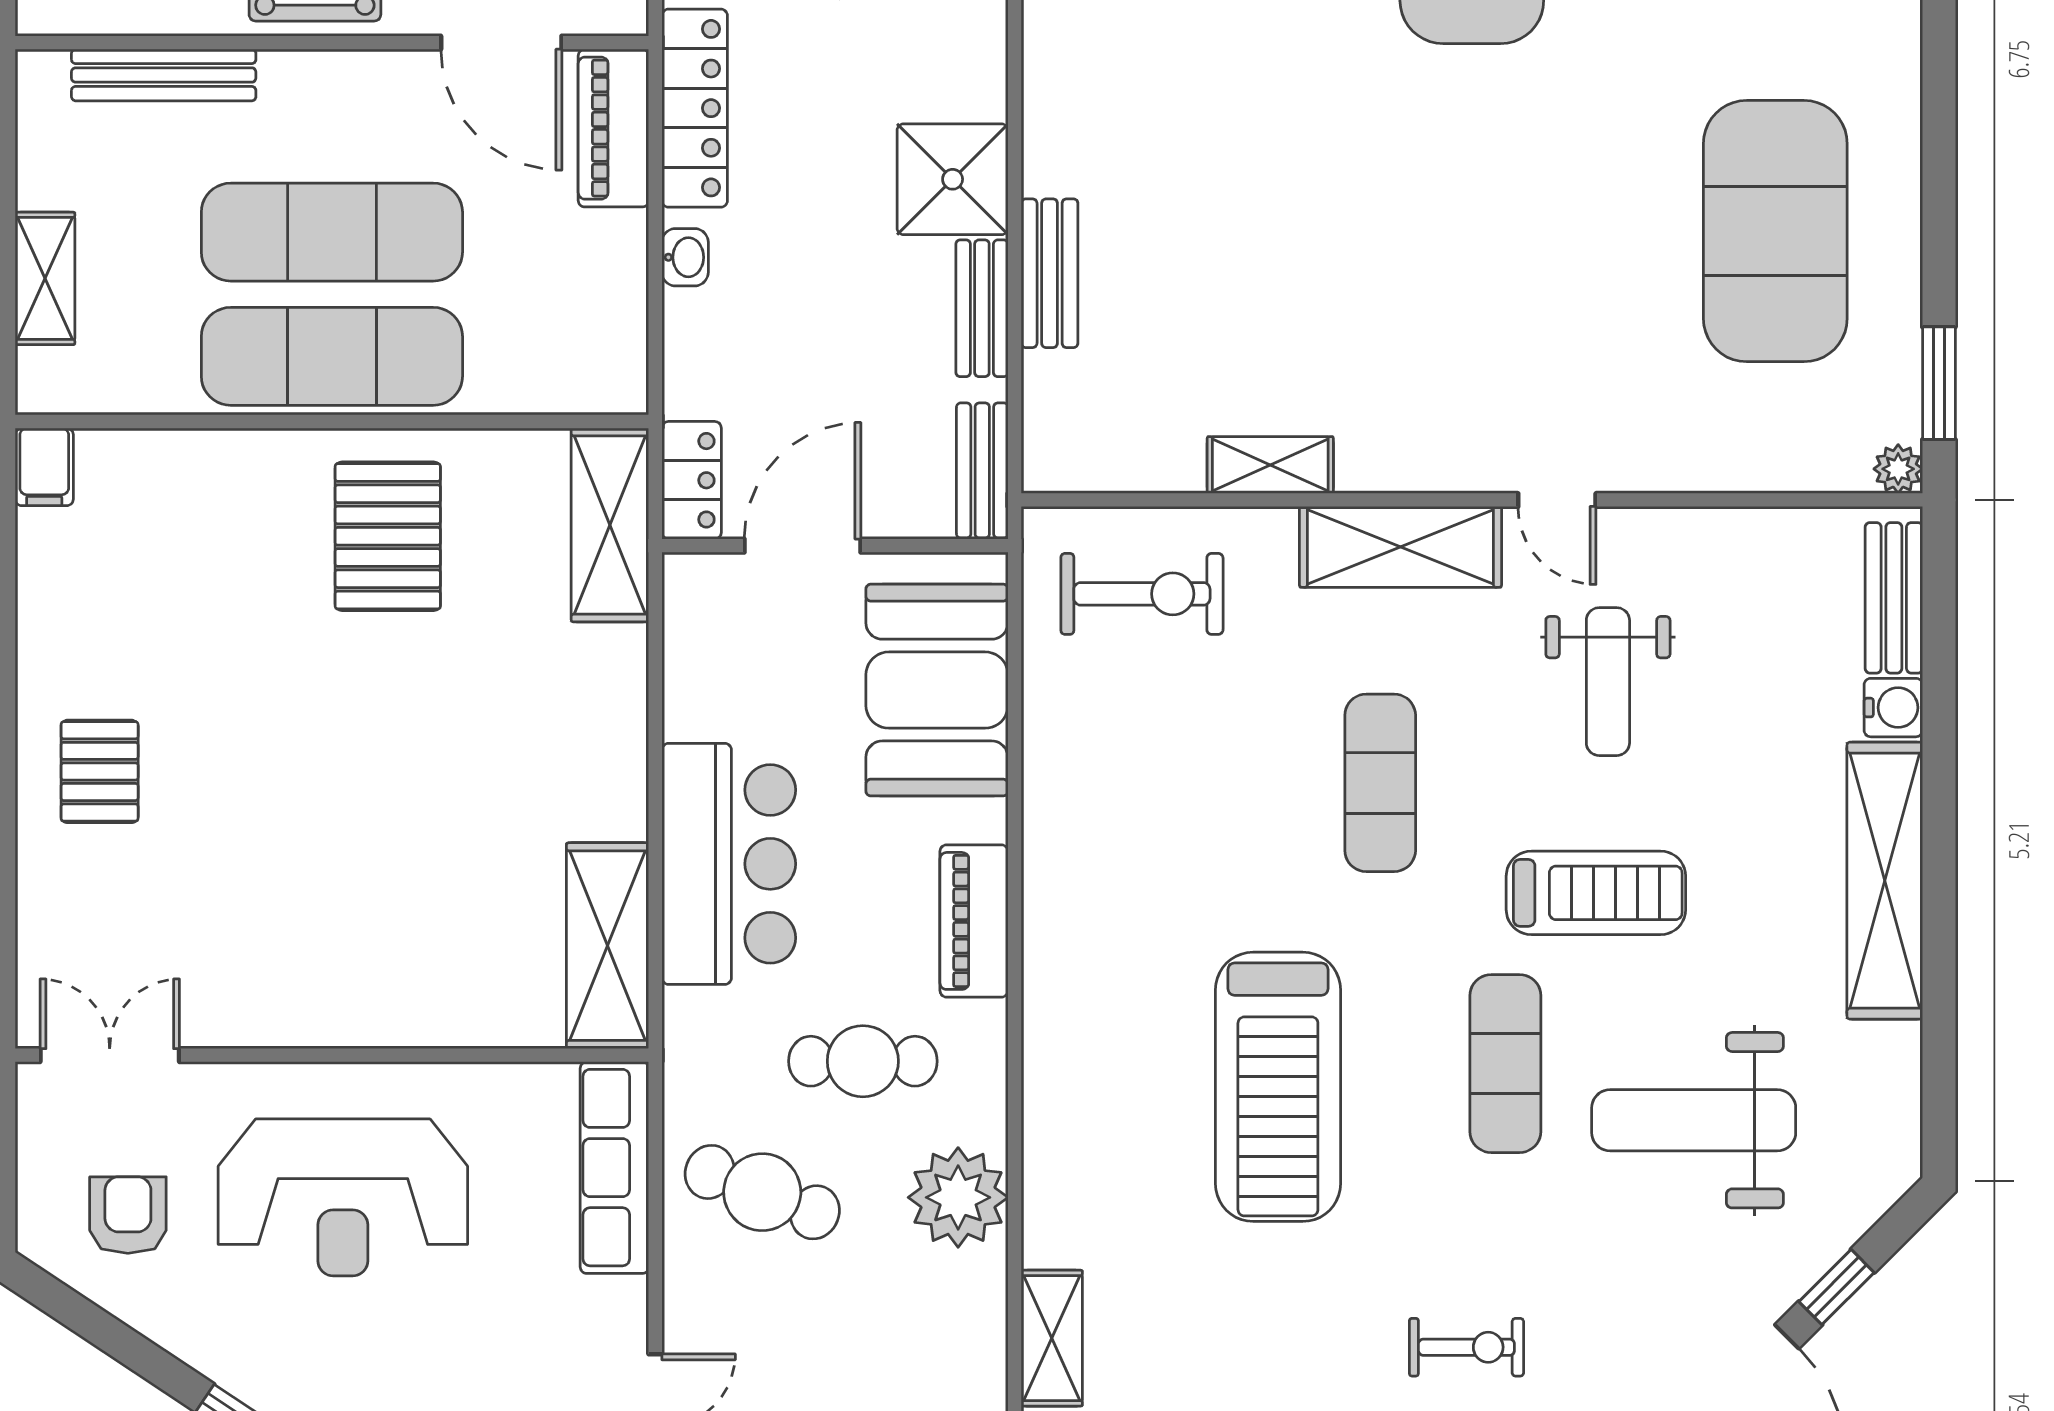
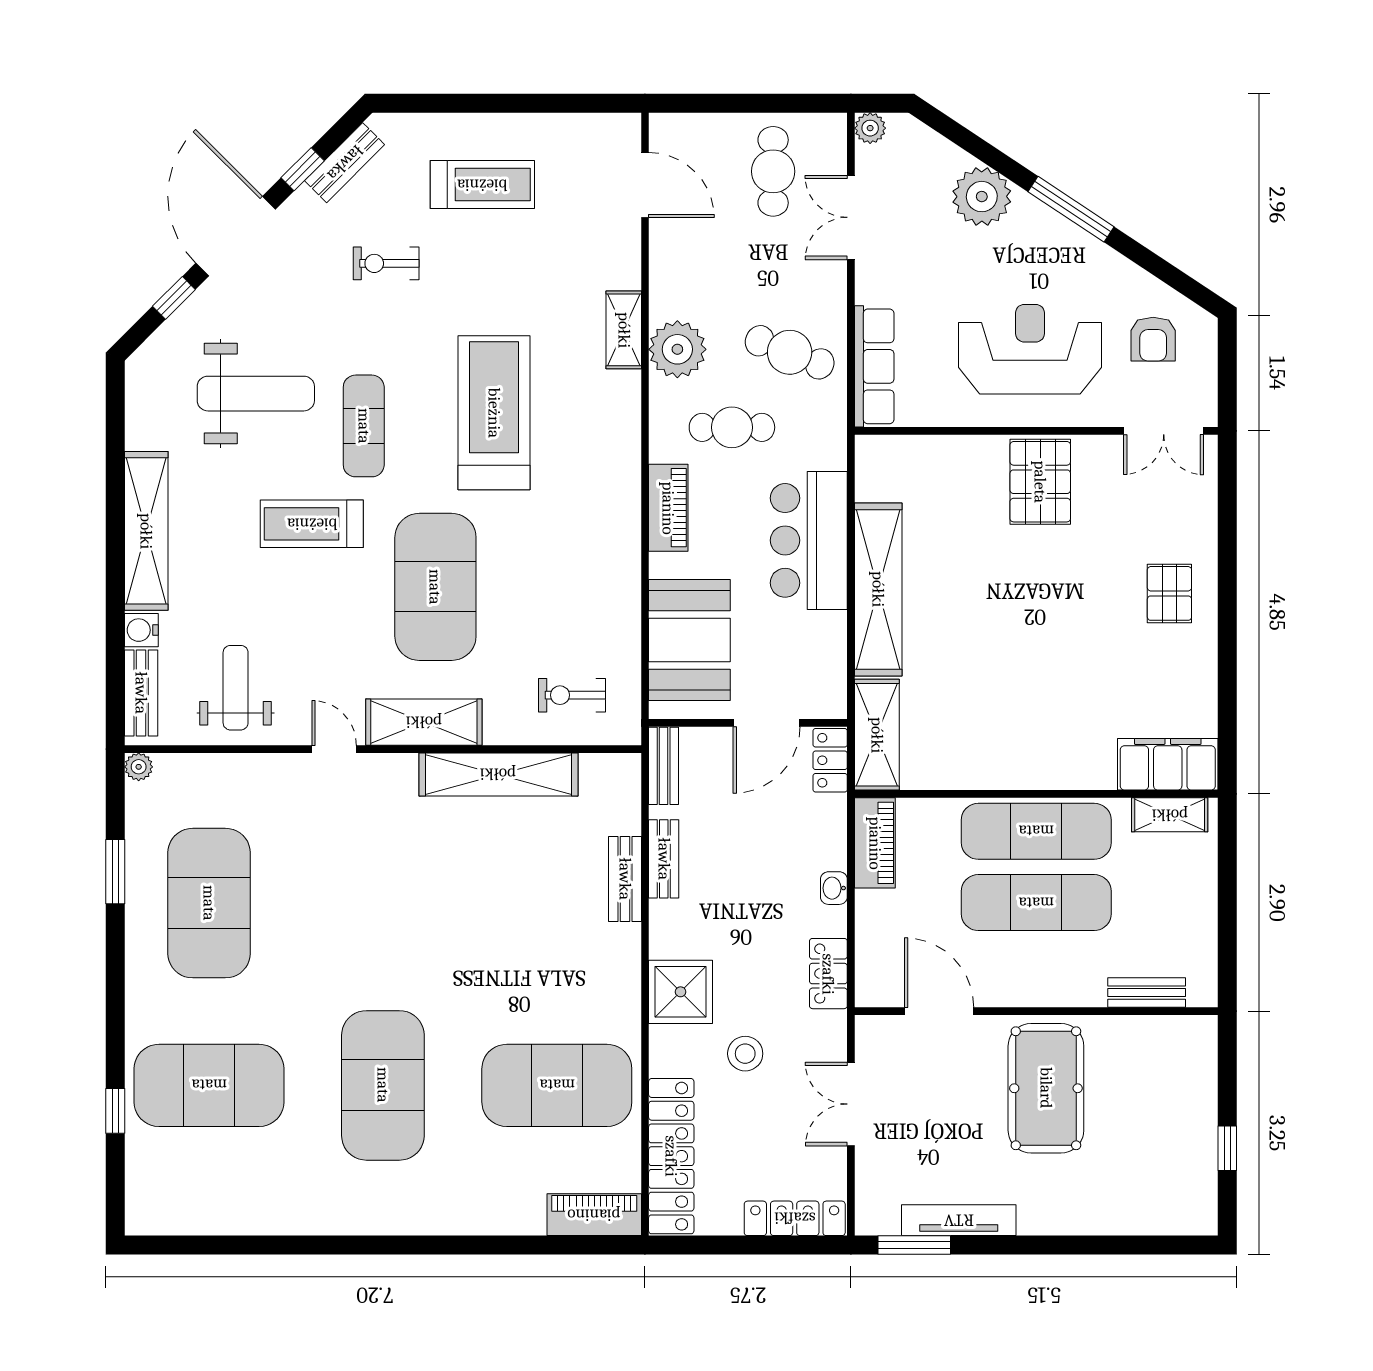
bench: (164, 75) -> (1147, 993), width x0.73
locker: (695, 108) -> (828, 974), width x0.66
piano: (613, 128) -> (875, 843), moved
shower: (953, 179) -> (681, 992), moved
shelving: (45, 278) -> (1170, 815), moved, turned 90
window: (1939, 383) -> (115, 872), moved
shelving: (1270, 465) -> (498, 774), width x2.20, depth x1.33
filing cabinet: (44, 467) -> (1168, 764), width x3.00, depth x1.17
pallet: (388, 536) -> (1040, 482), moved
exercise bike: (1142, 594) -> (572, 695), width x0.73, depth x0.72
weight bench: (1608, 682) -> (236, 688), moved
exercise mat: (1380, 783) -> (435, 587), width x2.00, depth x1.45
shelving: (608, 946) -> (878, 589), moved, width x1.47
shelving: (1052, 1338) -> (624, 330), moved

